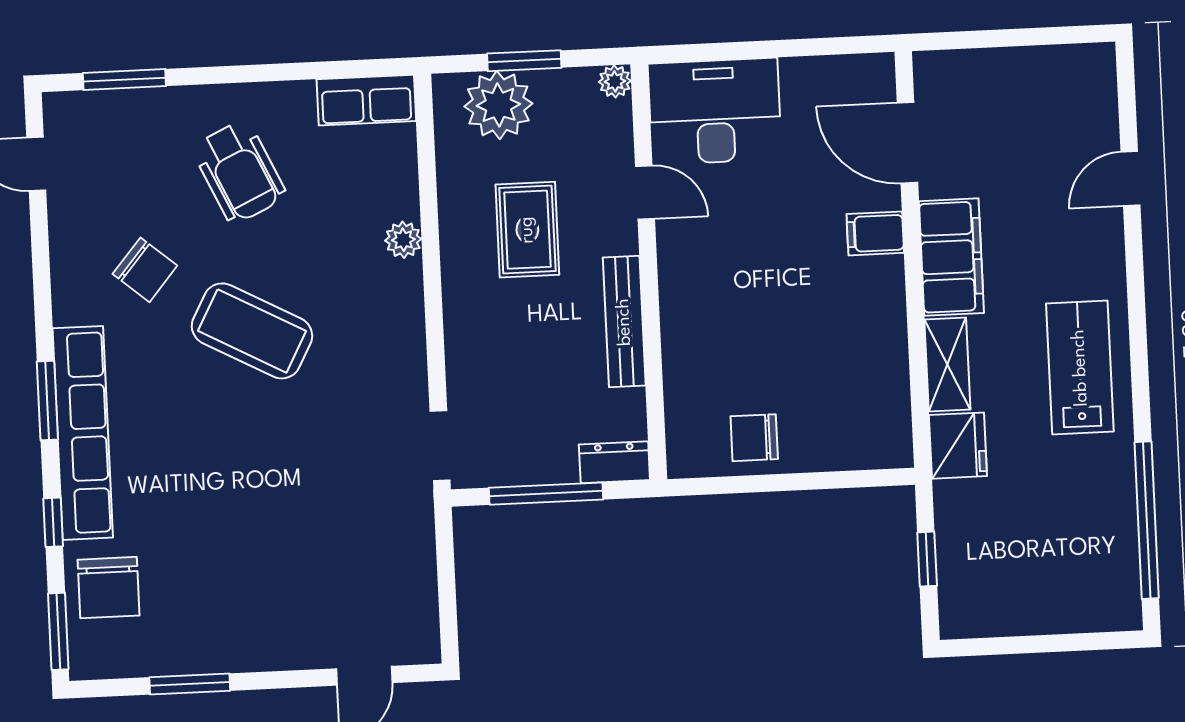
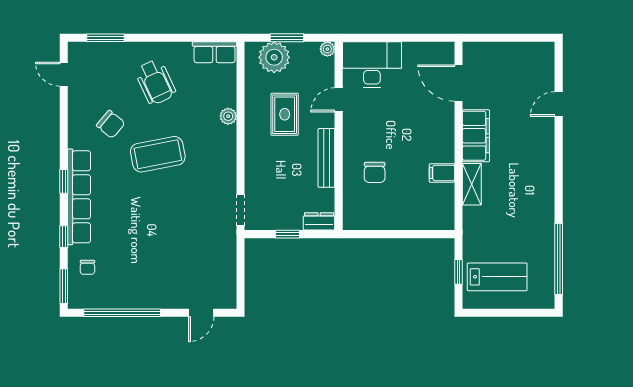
door: (645, 192) -> (339, 100), swing flipped
filing cabinet: (875, 233) -> (442, 173), moved
coffee table: (252, 331) -> (158, 154), turned -39
lab bench: (1080, 368) -> (497, 277), moved, turned 90
window: (47, 400) -> (64, 181), width x0.67
chair: (754, 438) -> (375, 172), moved, turned -90
fridge: (958, 446) -> (475, 221), removed
window: (546, 494) -> (287, 234), width x0.46
chair: (109, 588) -> (87, 267), width x0.54, depth x0.54
window: (190, 684) -> (122, 313), width x2.11

